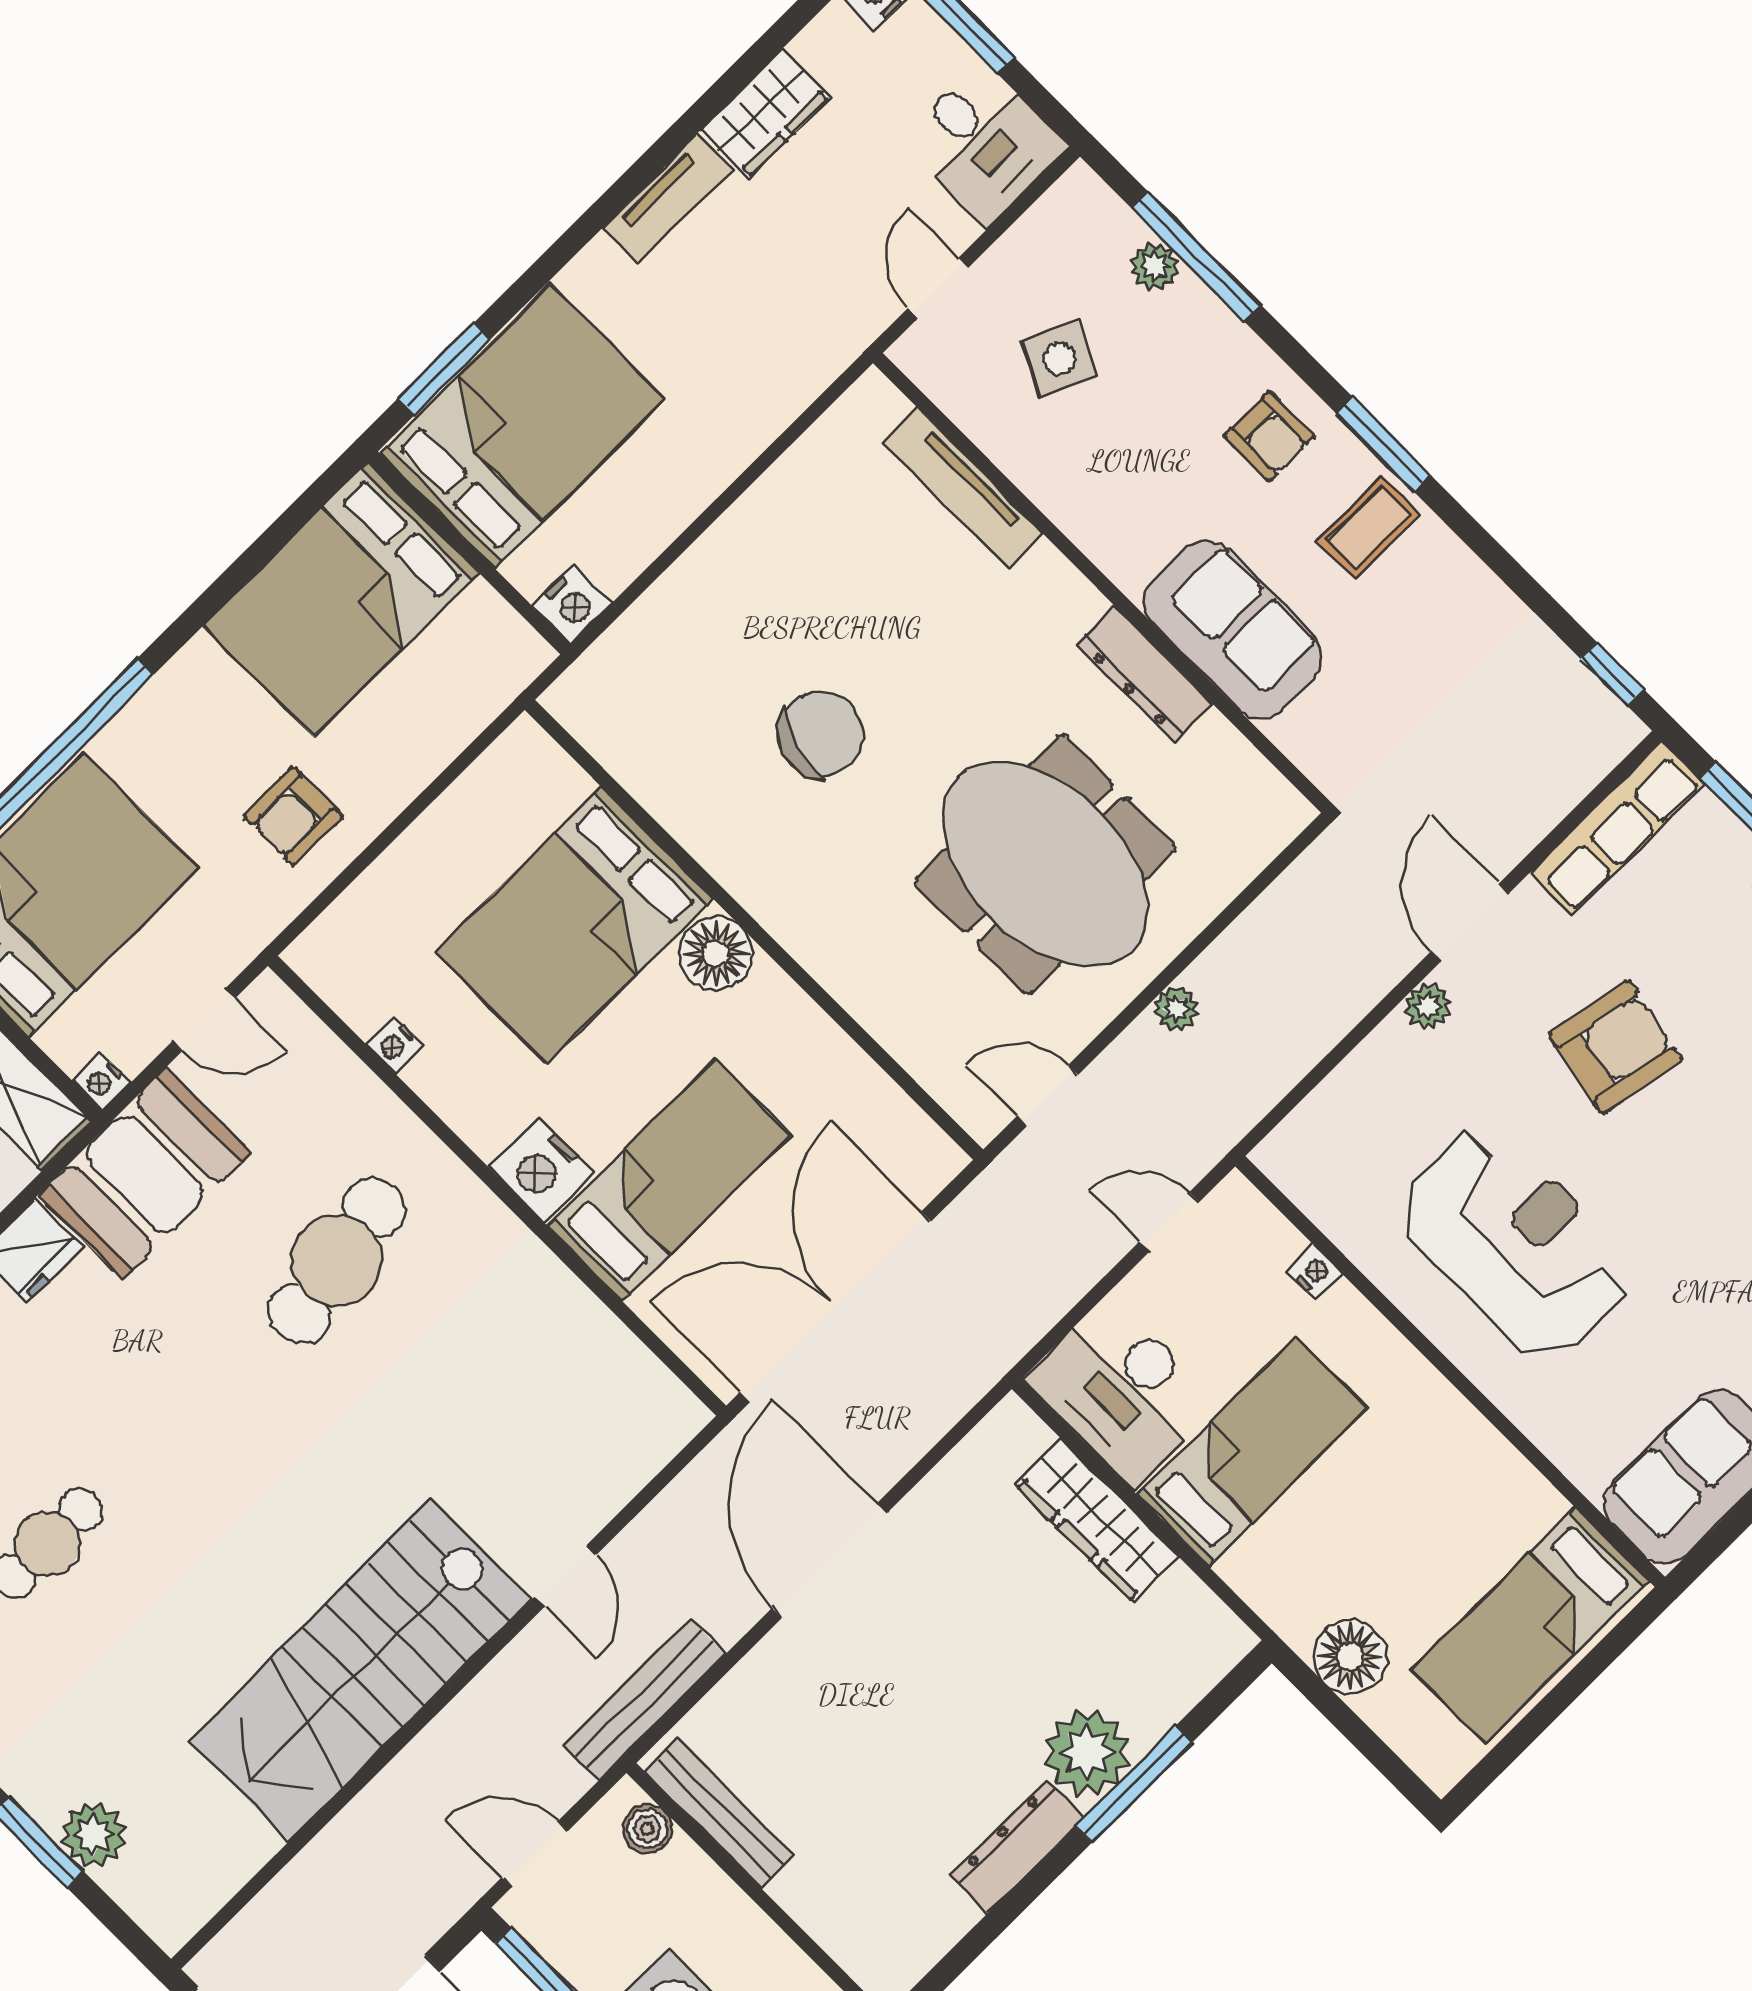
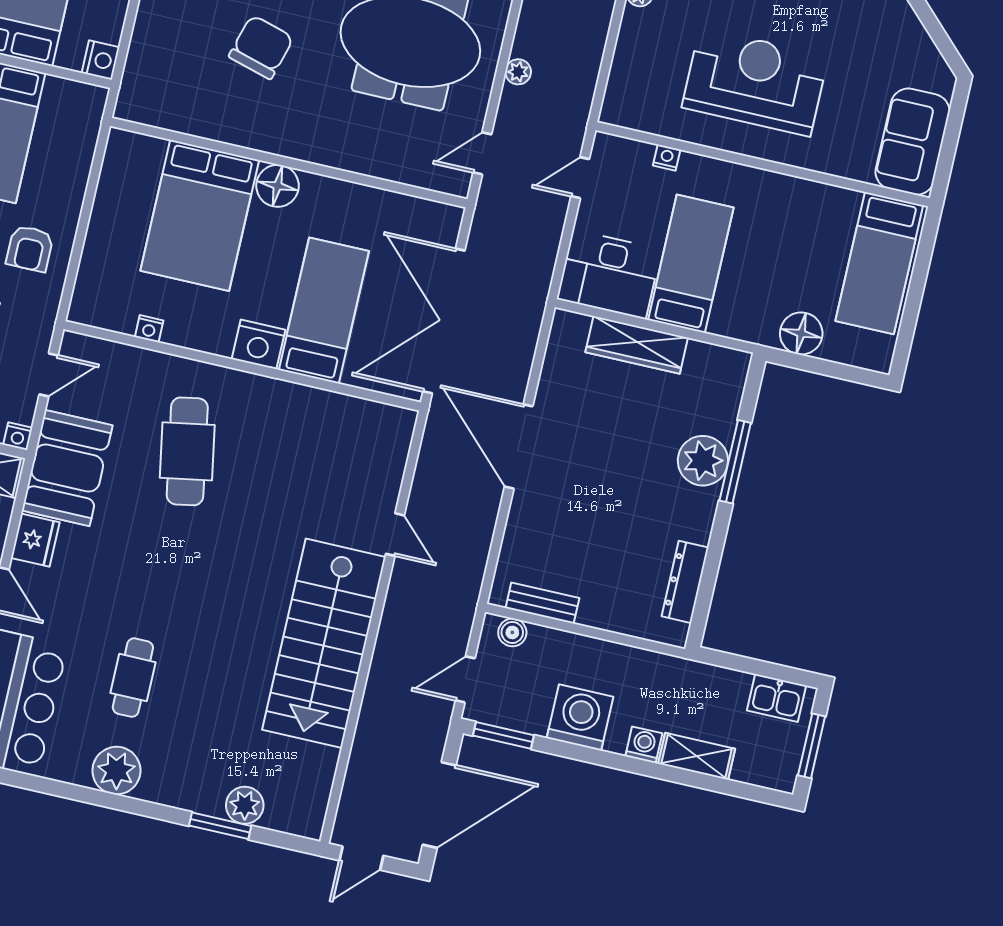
bench: (644, 1700) -> (471, 571), removed
bench: (719, 1813) -> (542, 603), width x0.73
dresser: (1017, 1846) -> (685, 582), moved

